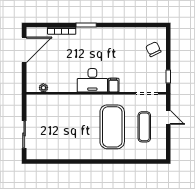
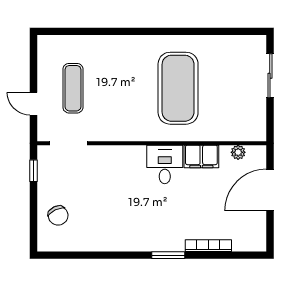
door: (24, 50) -> (270, 190), moved
desk: (92, 80) -> (165, 164), width x0.73
filing cabinet: (114, 85) -> (201, 157), moved, width x2.00
exercise mat: (112, 127) -> (178, 88), moved

